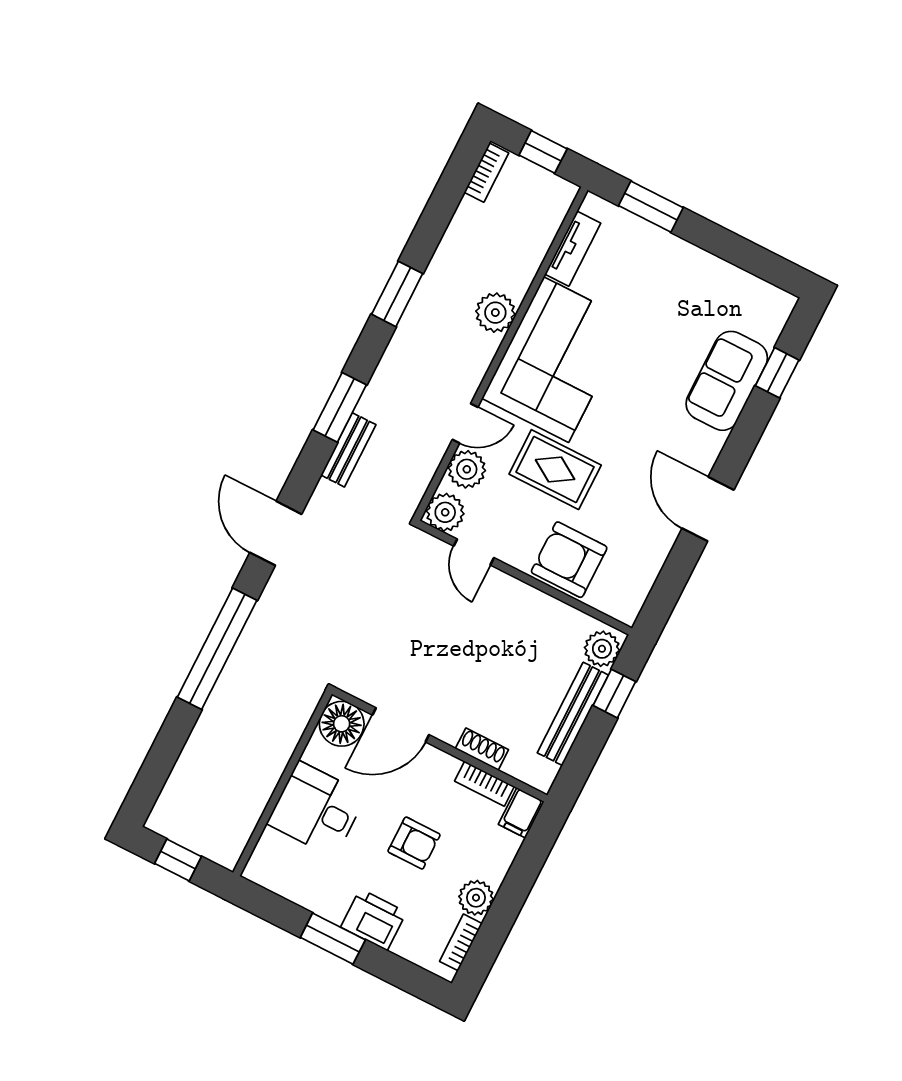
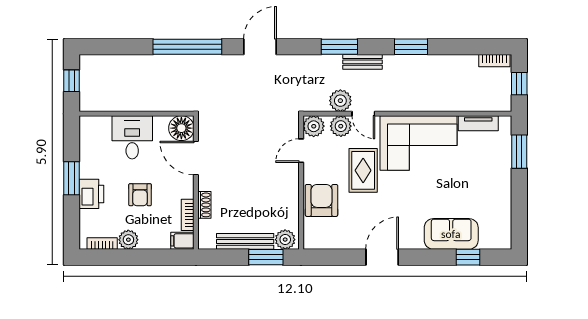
plant: (495, 313) -> (340, 101), moved
bench: (348, 450) -> (363, 62), moved
window: (614, 694) -> (266, 257), width x1.50

